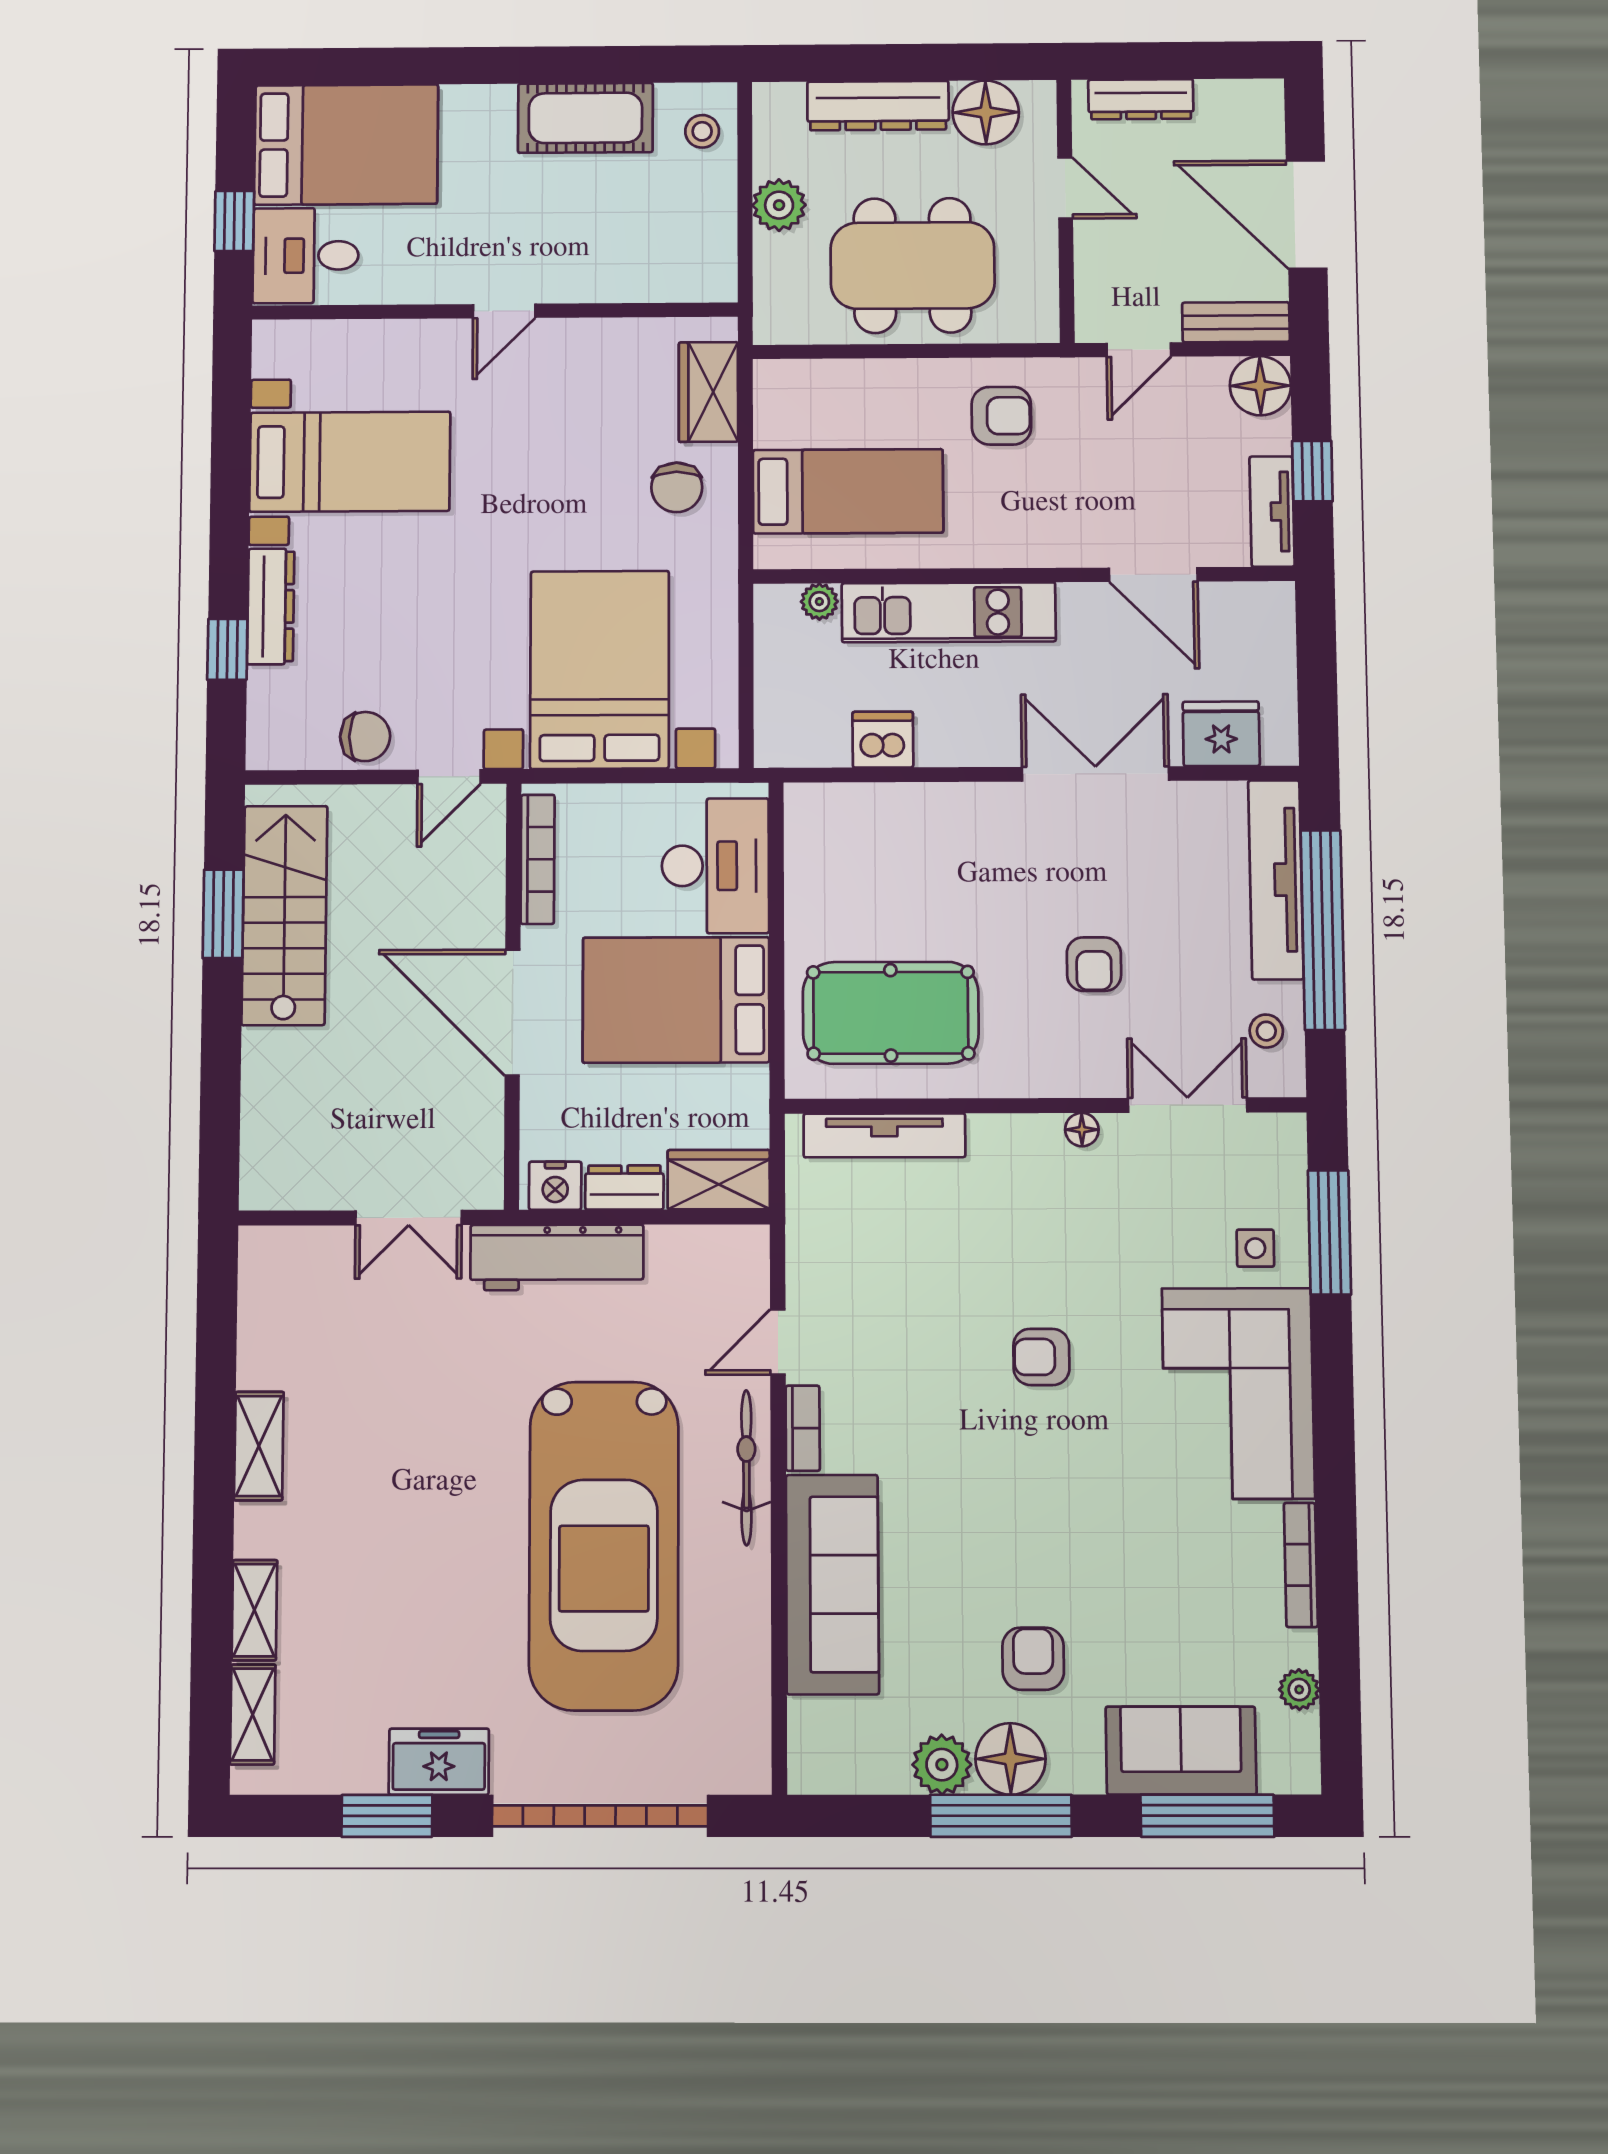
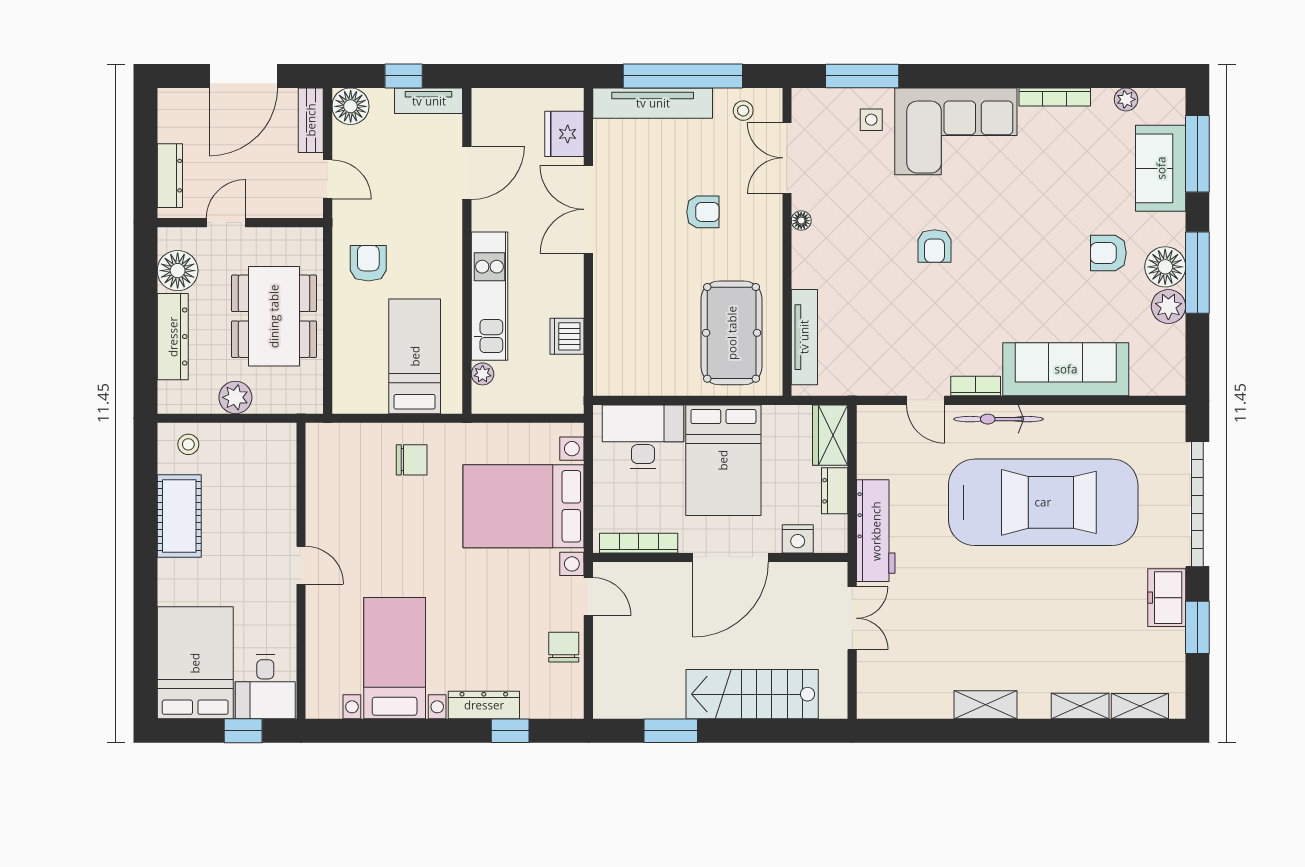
wardrobe: (708, 392) -> (352, 441), removed
stairs: (284, 915) -> (752, 694), moved
nightstand: (555, 1186) -> (798, 539), moved, turned 90

